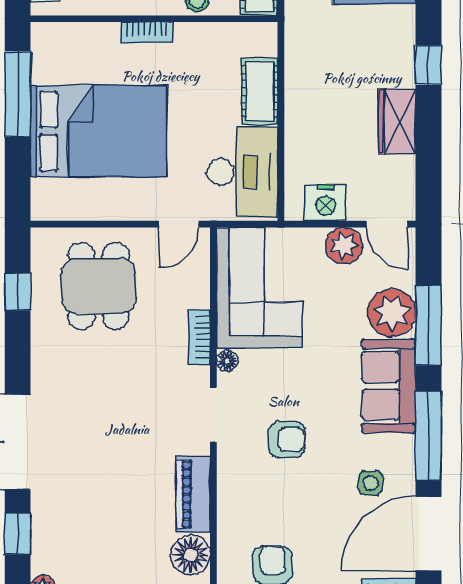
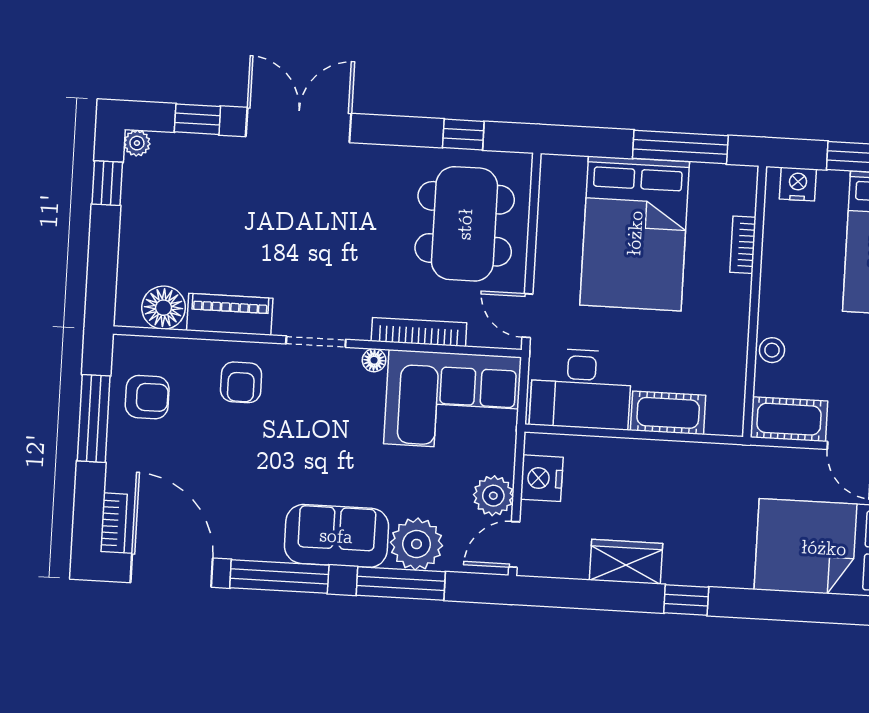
bookcase: (147, 32) -> (743, 245), moved
dining table: (99, 286) -> (465, 224), width x1.38
bookcase: (199, 337) -> (419, 332), width x1.56
armchair: (287, 439) -> (241, 382), moved
side table: (371, 483) -> (231, 510), removed

